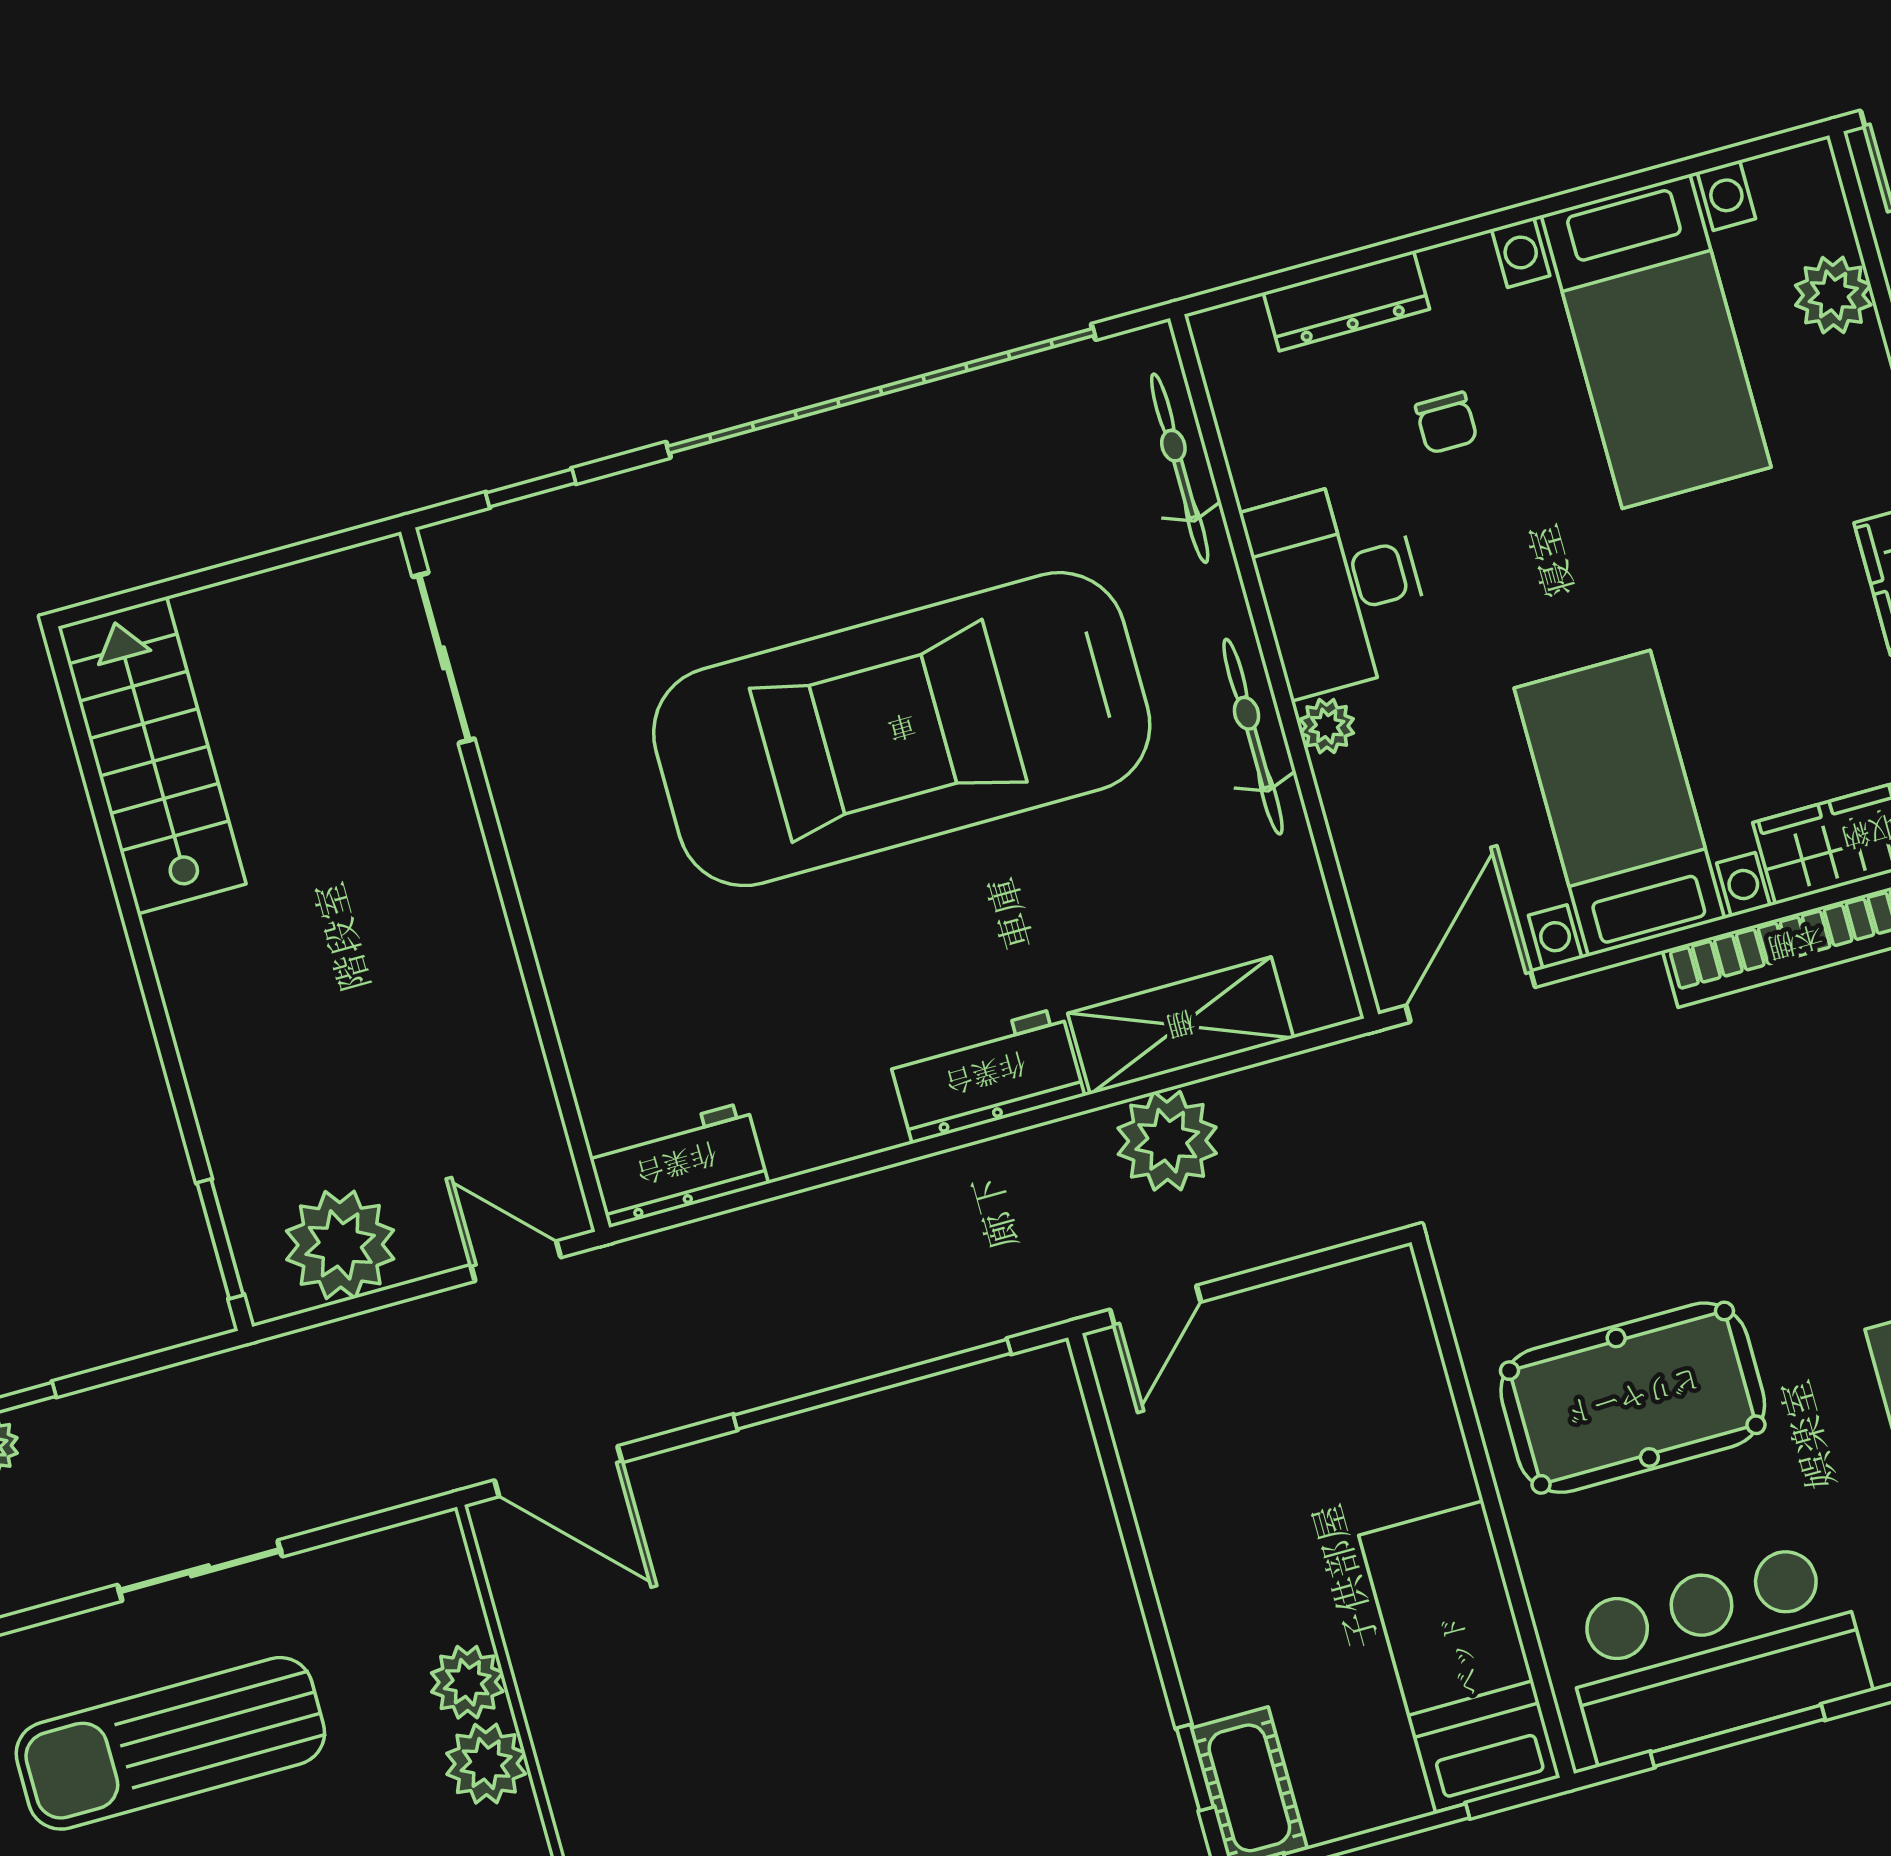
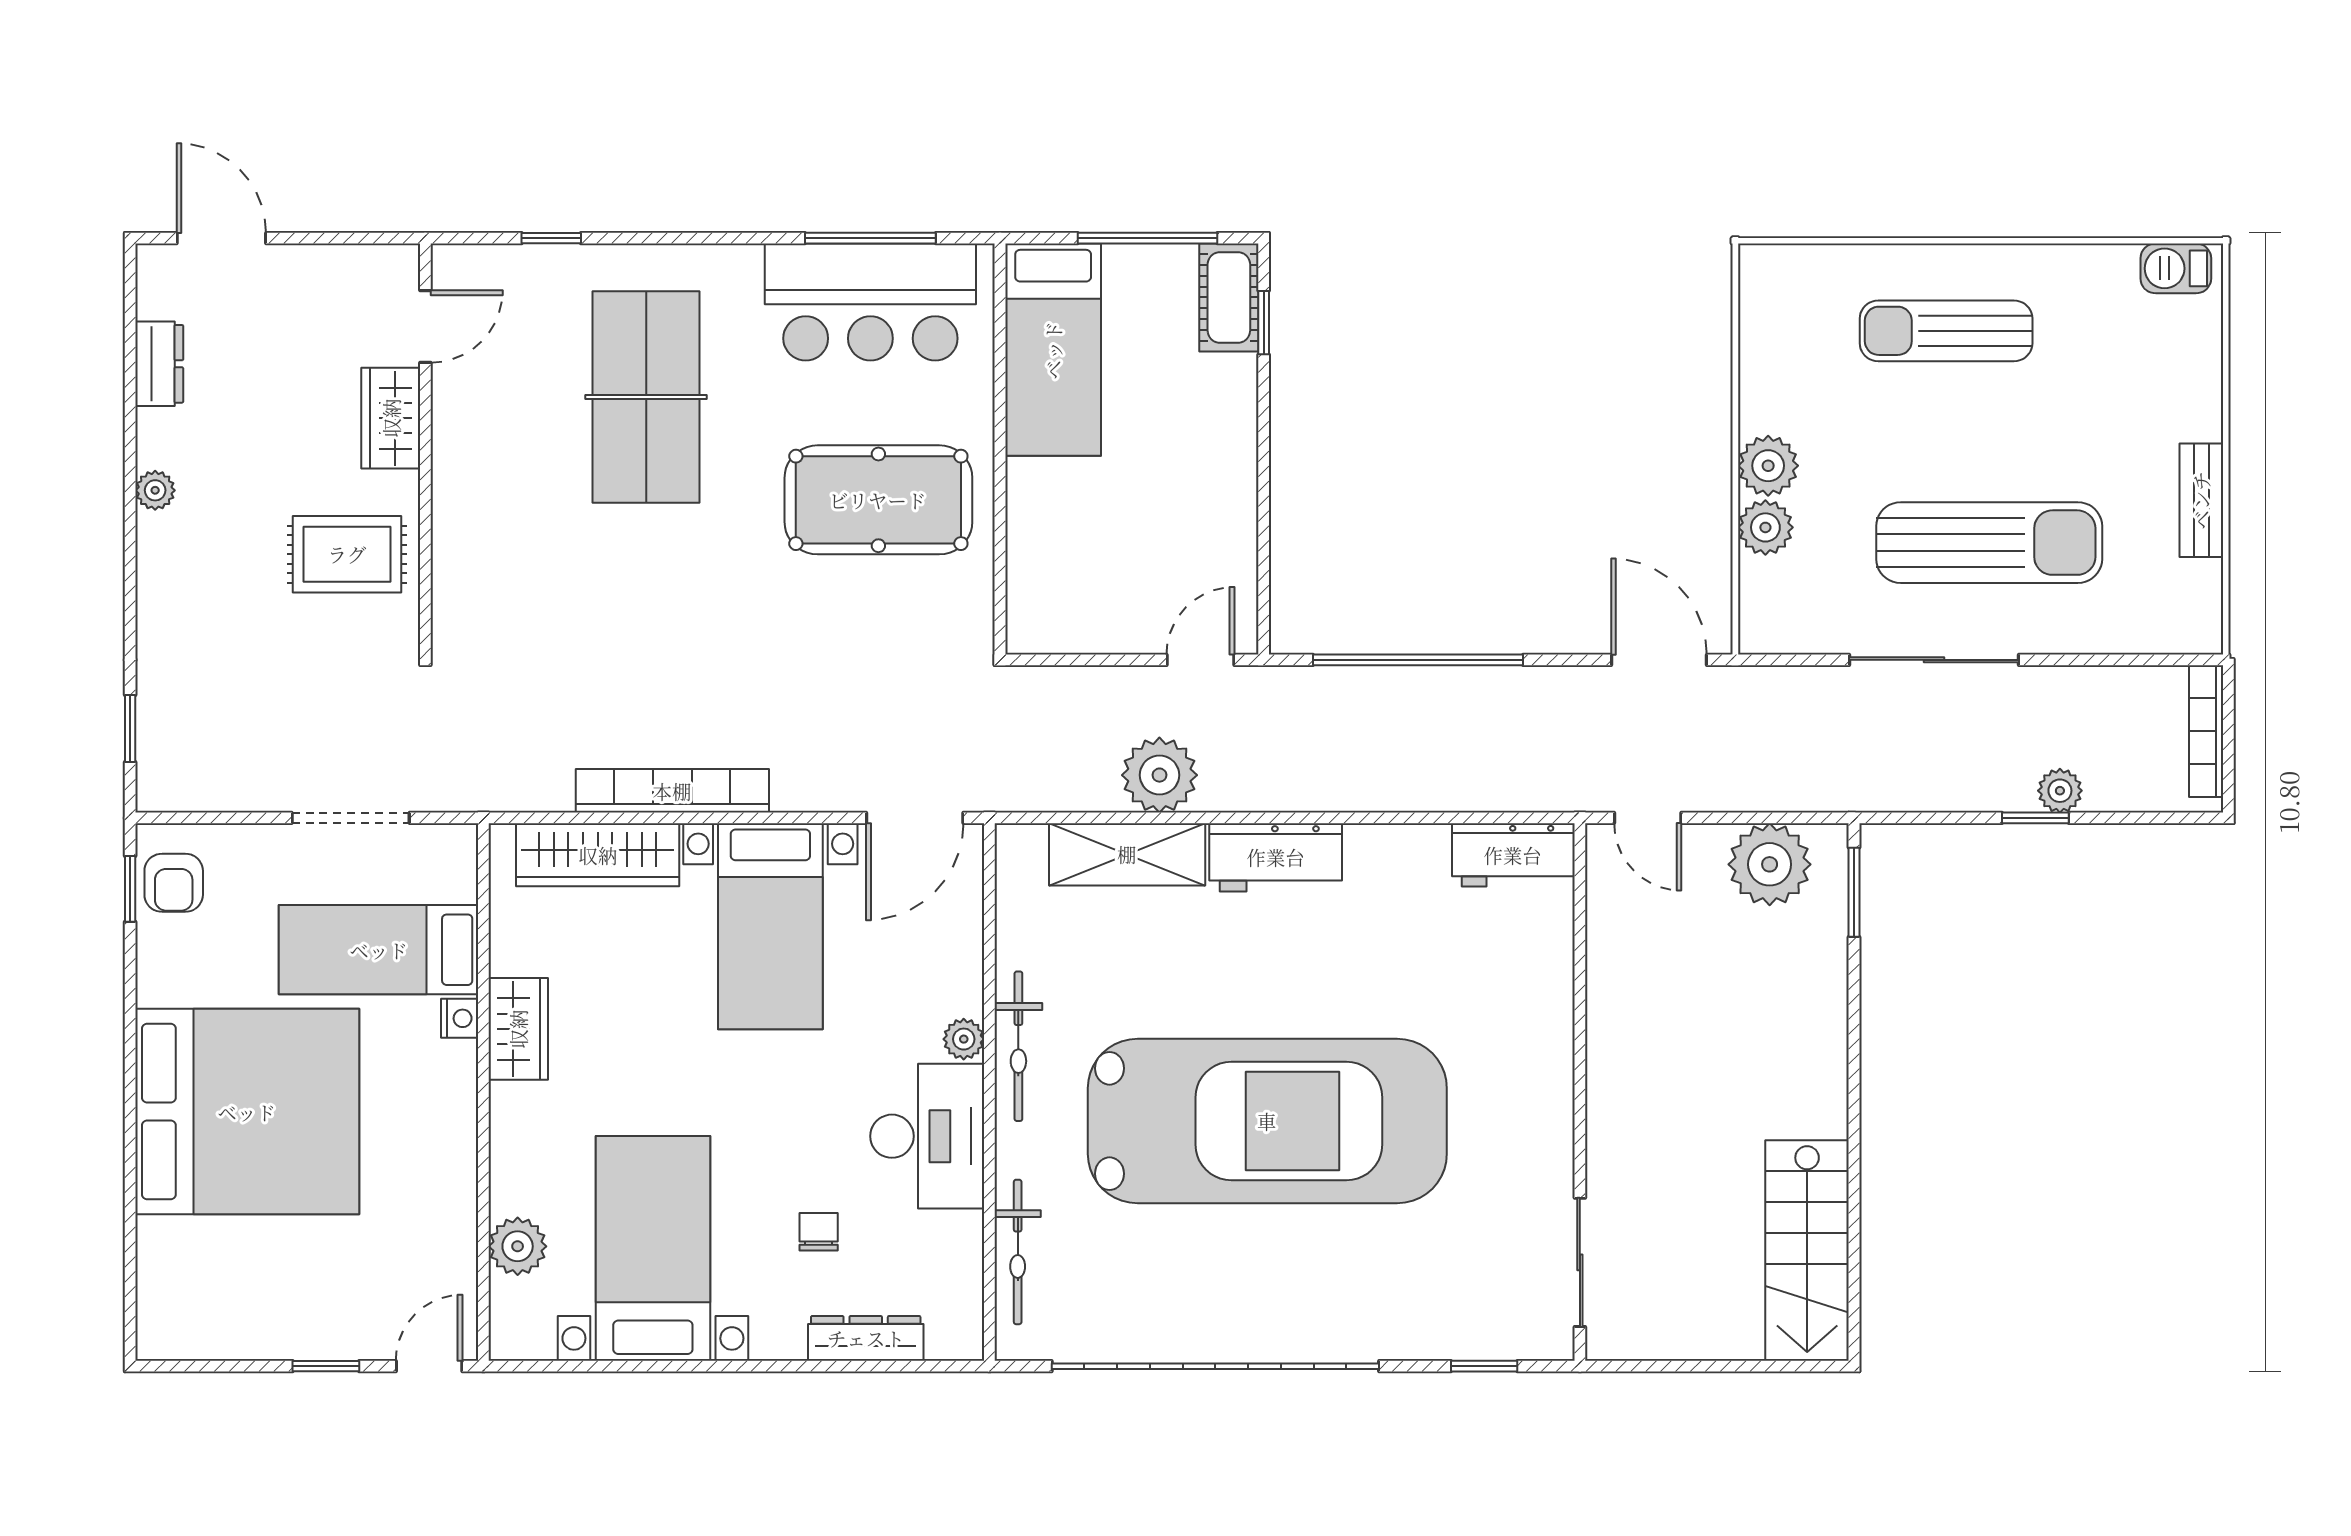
sliding door: (200, 1571) -> (1934, 660), width x1.37

